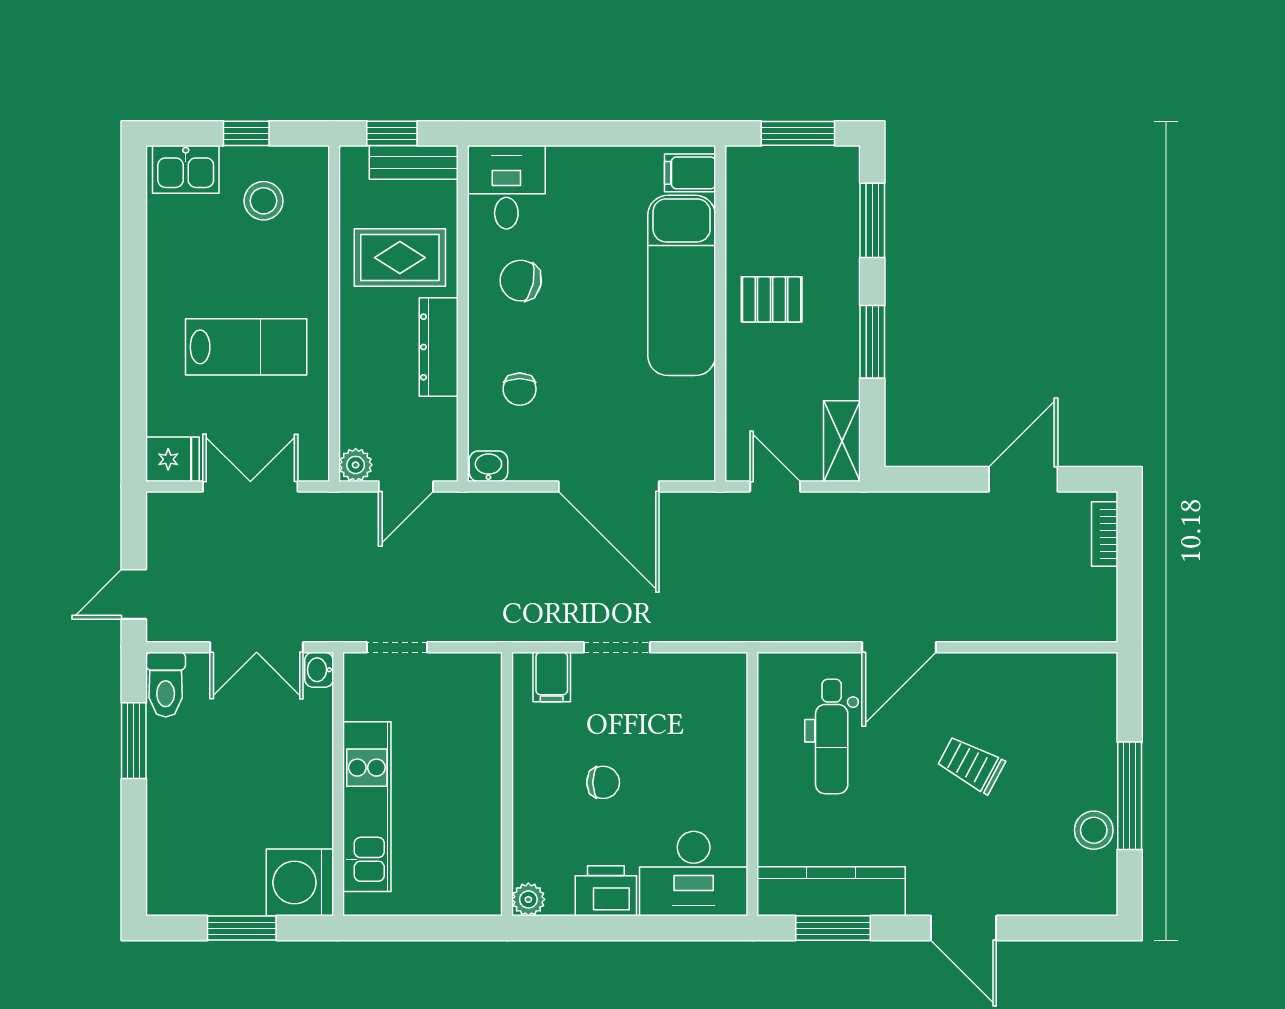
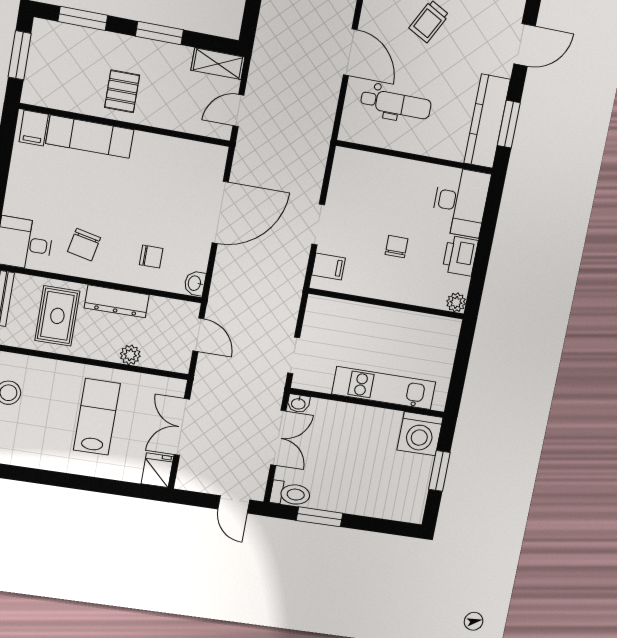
exam couch: (682, 285) -> (90, 137), width x0.73, depth x0.69
plant: (356, 465) -> (130, 355), moved

